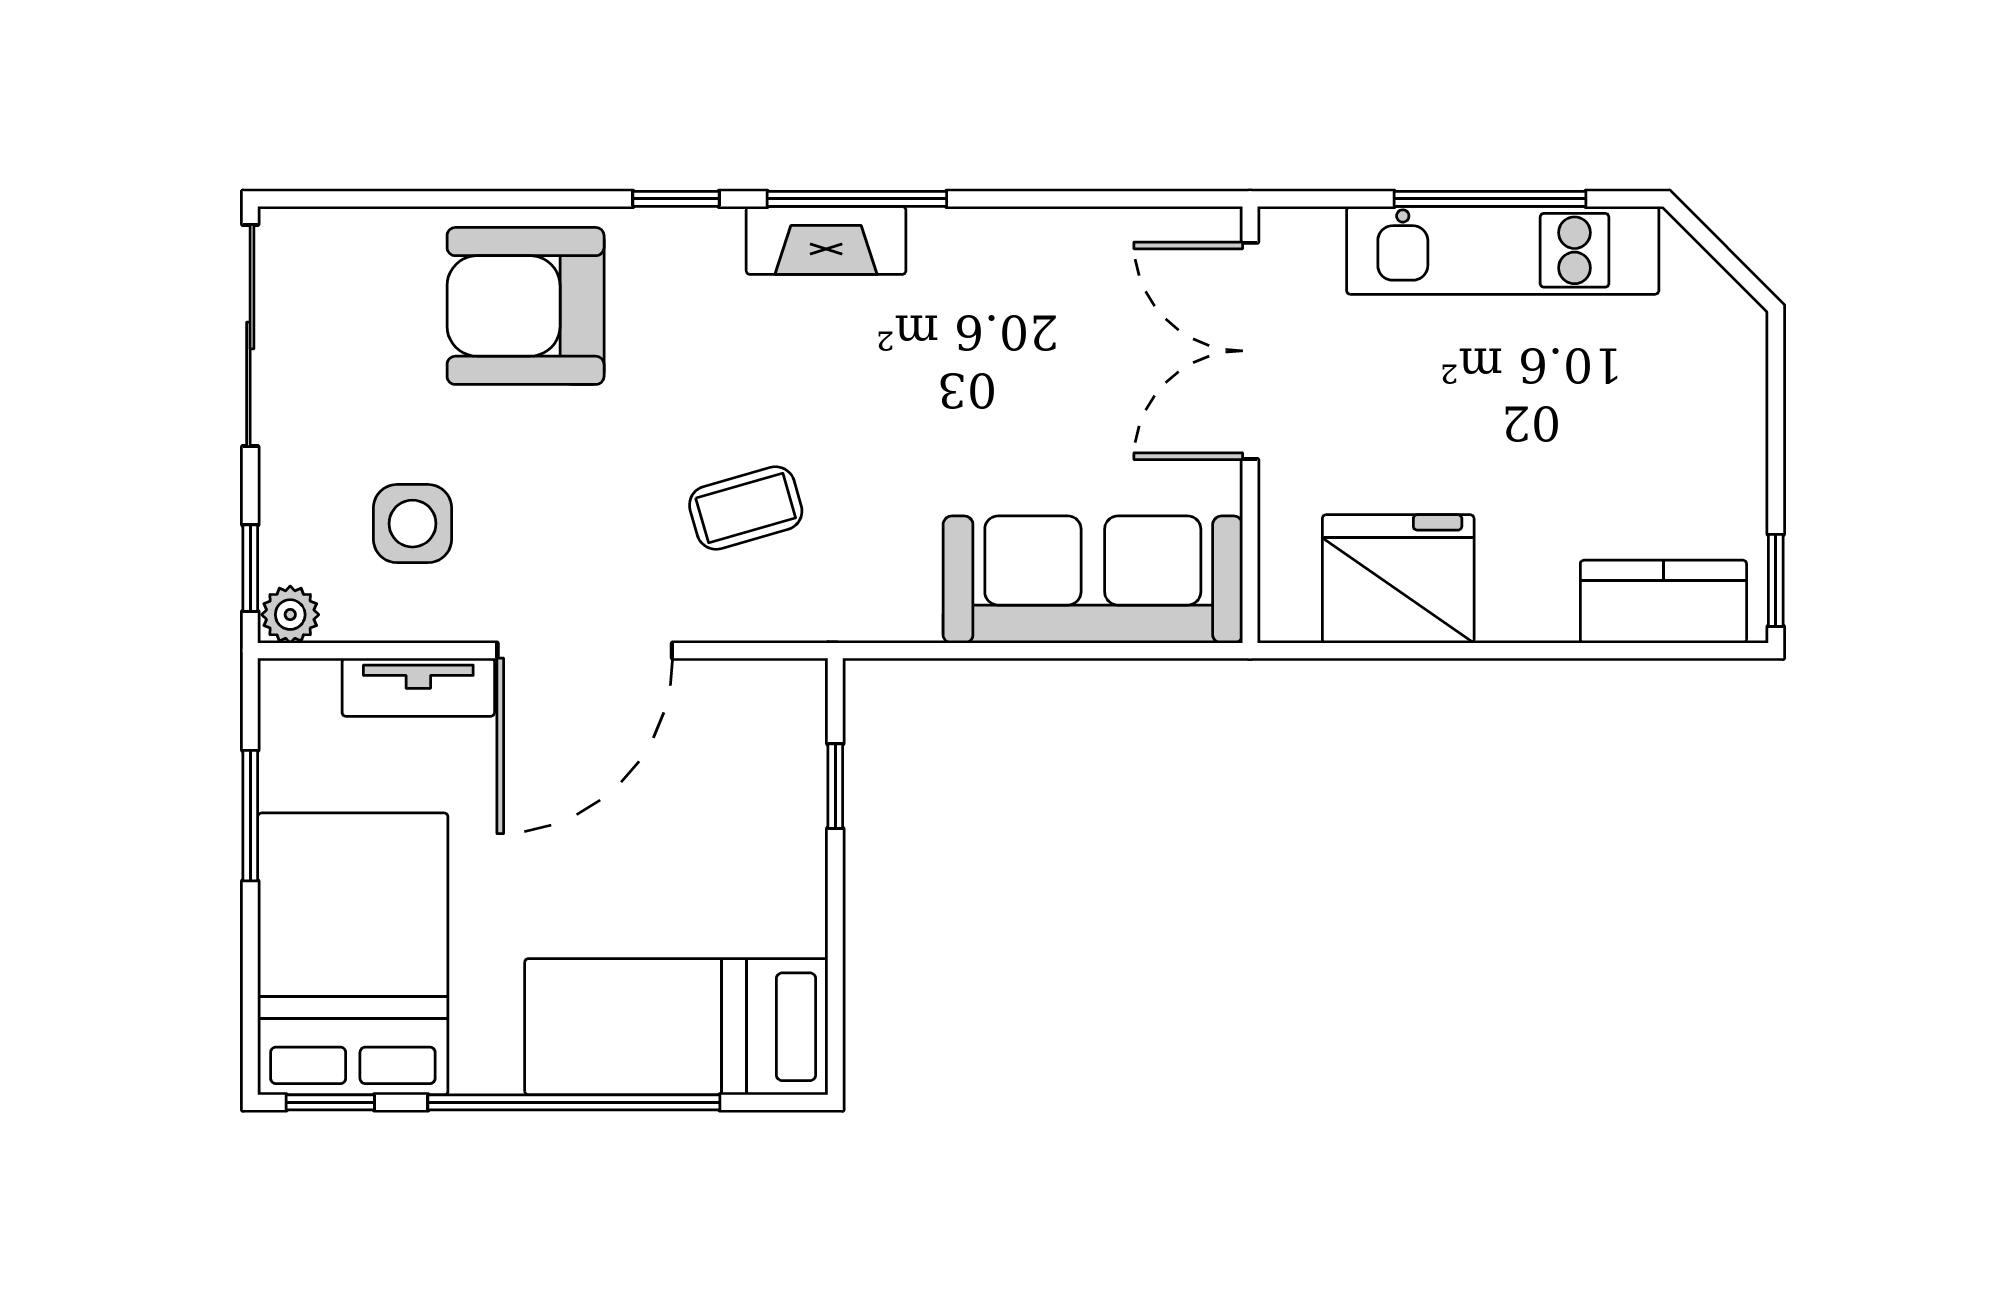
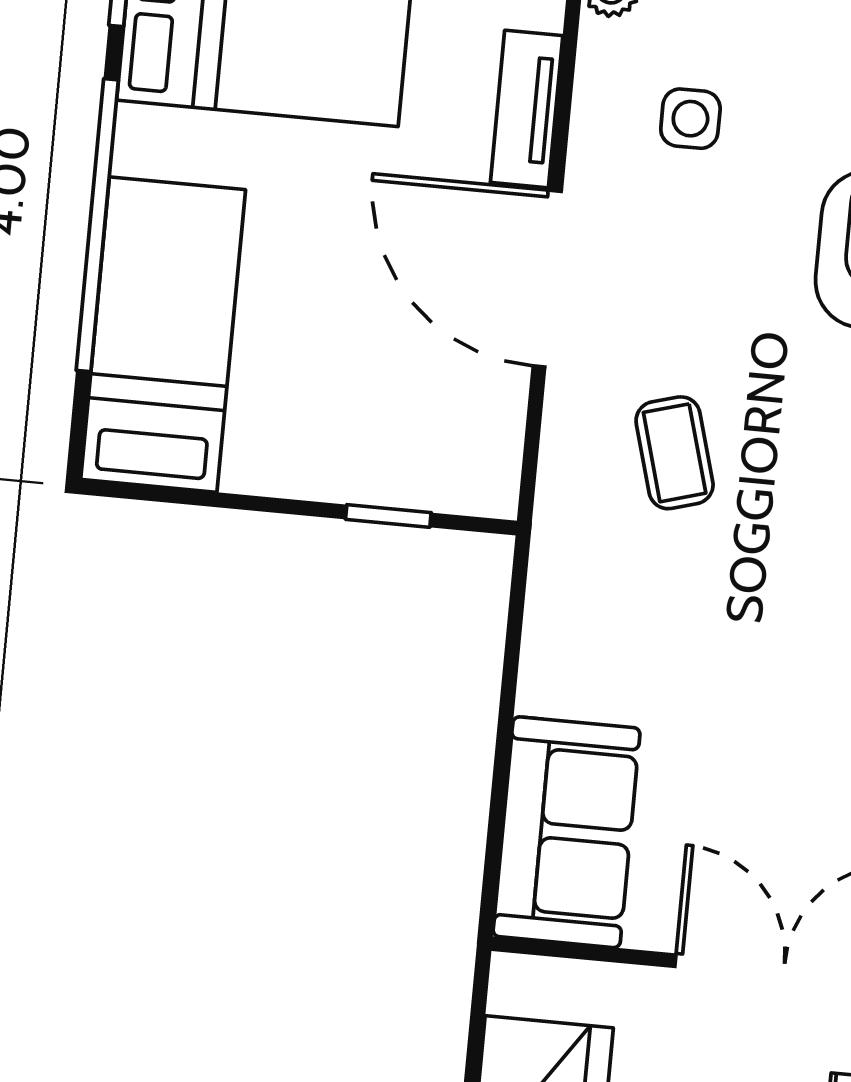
side table: (412, 524) -> (690, 119), width x0.73, depth x0.73
sofa: (1093, 580) -> (567, 832), width x0.73

